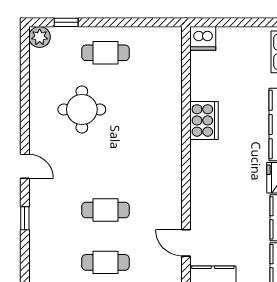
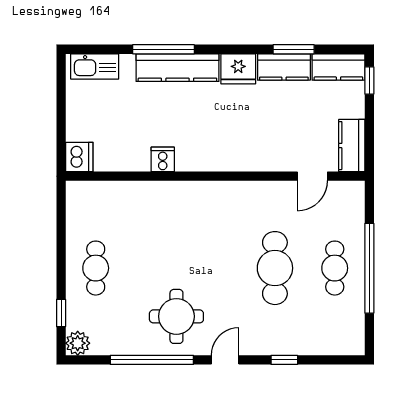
window: (25, 102) -> (152, 360), added
round table: (82, 109) -> (176, 316), moved
cooker: (204, 120) -> (163, 159), width x0.53, depth x0.76
cafe table: (105, 210) -> (275, 268), width x1.37, depth x1.35

